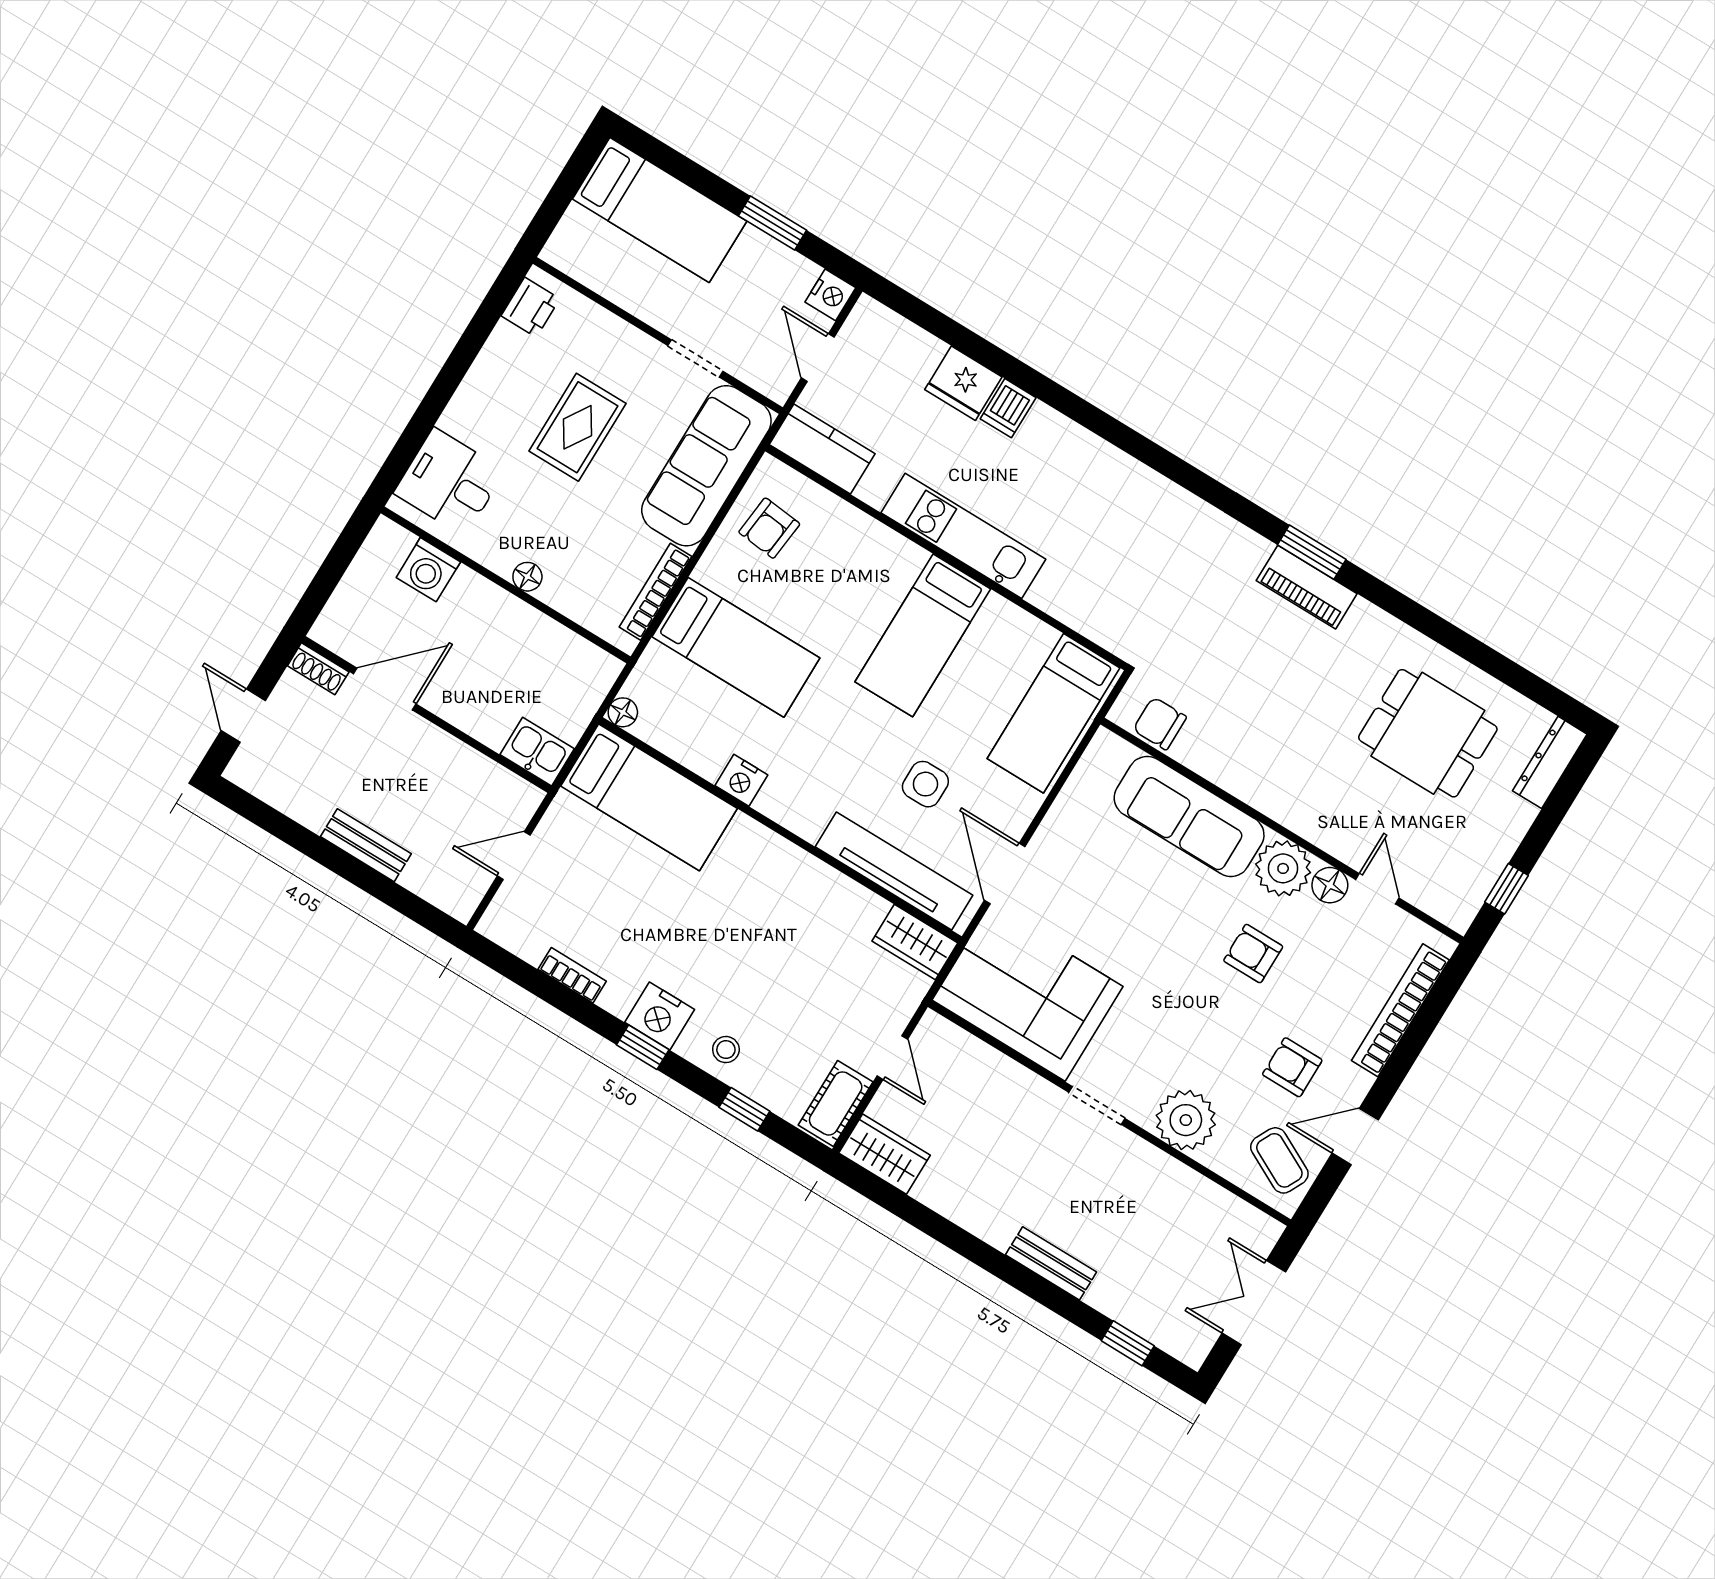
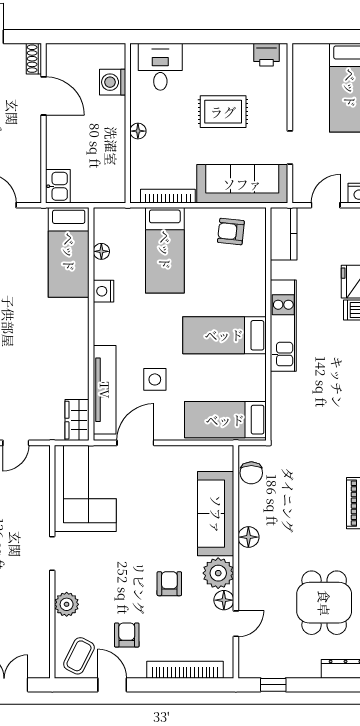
floor lamp: (623, 712) -> (101, 251), moved
chair: (1160, 723) -> (251, 473), turned 180
floor lamp: (1256, 788) -> (248, 537), added
plant: (1186, 1120) -> (67, 604), width x0.73, depth x0.73

